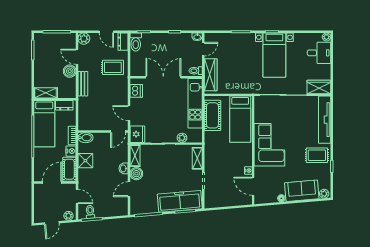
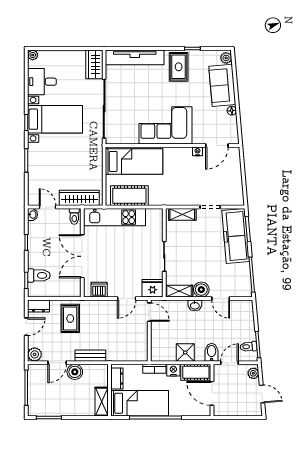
toilet: (136, 42) -> (39, 275), moved
desk: (319, 53) -> (42, 82), moved, turned -90
bidet: (86, 138) -> (212, 352), moved
plant: (182, 138) -> (157, 233), removed

